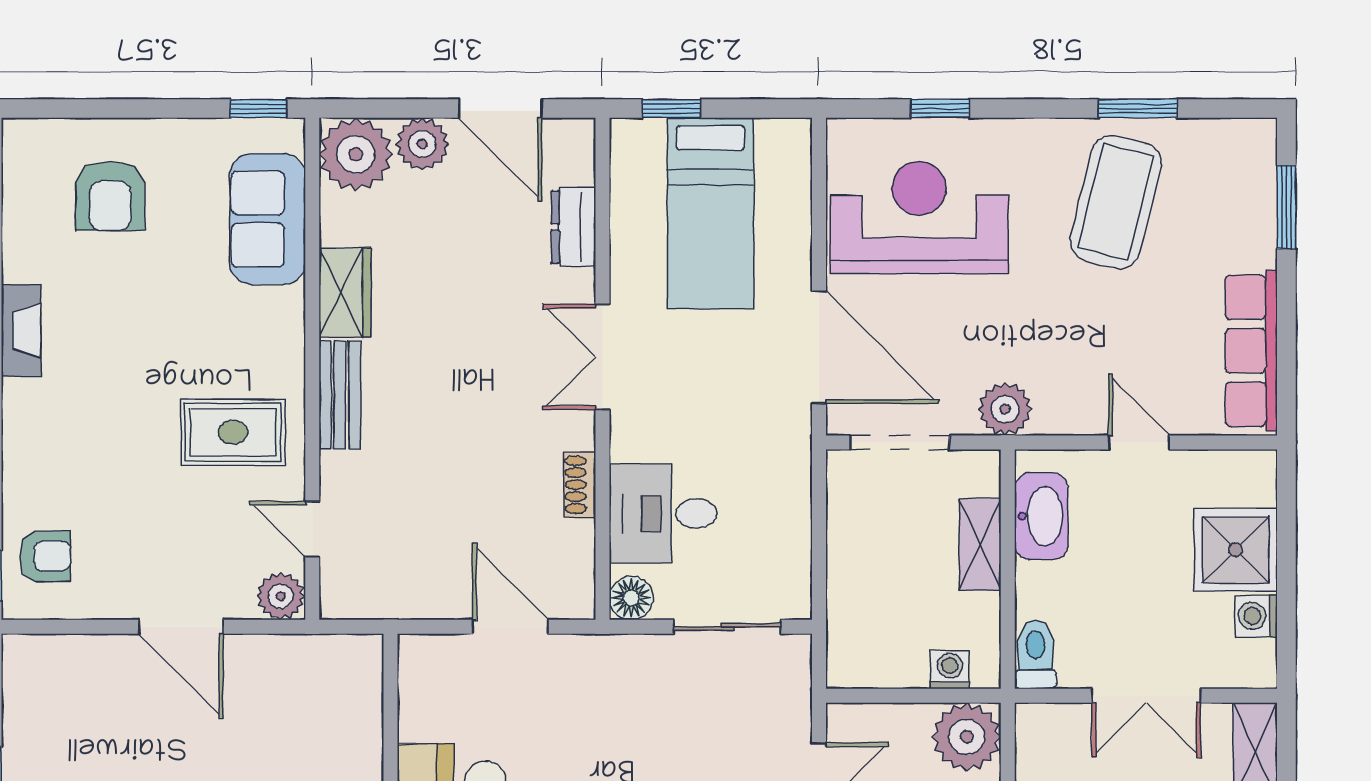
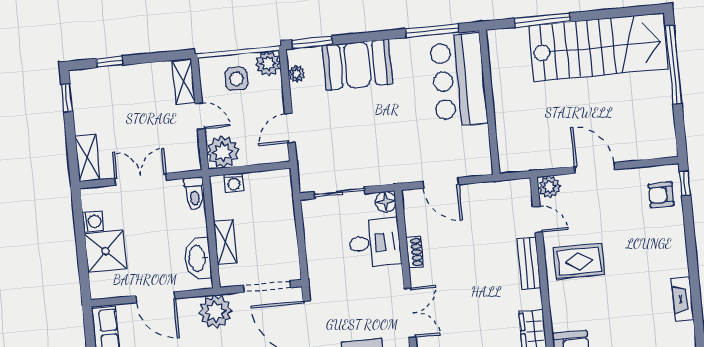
bench: (340, 395) -> (529, 263), moved
plant: (1005, 409) -> (216, 312), width x1.36, depth x1.36
door: (1139, 442) -> (156, 297), width x1.37

